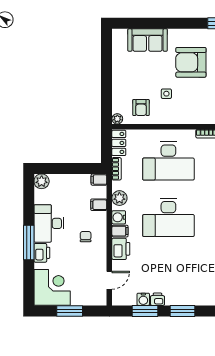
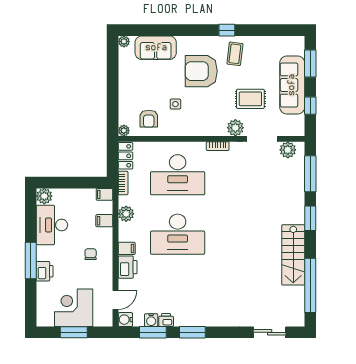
plant: (117, 34) -> (124, 41), added
water cooler: (119, 217) -> (125, 320), moved
desk: (49, 223) -> (52, 225), moved
corner desk: (52, 287) -> (74, 308), moved, turned -90

